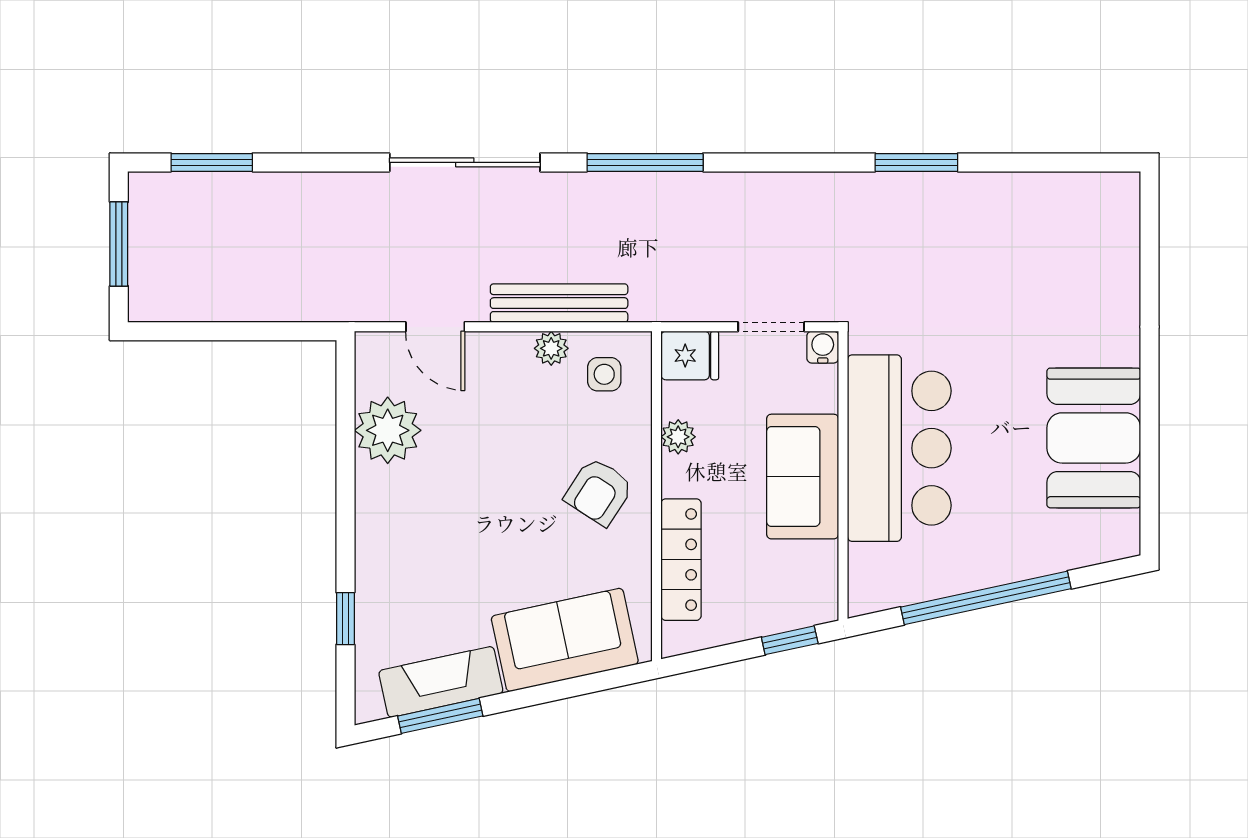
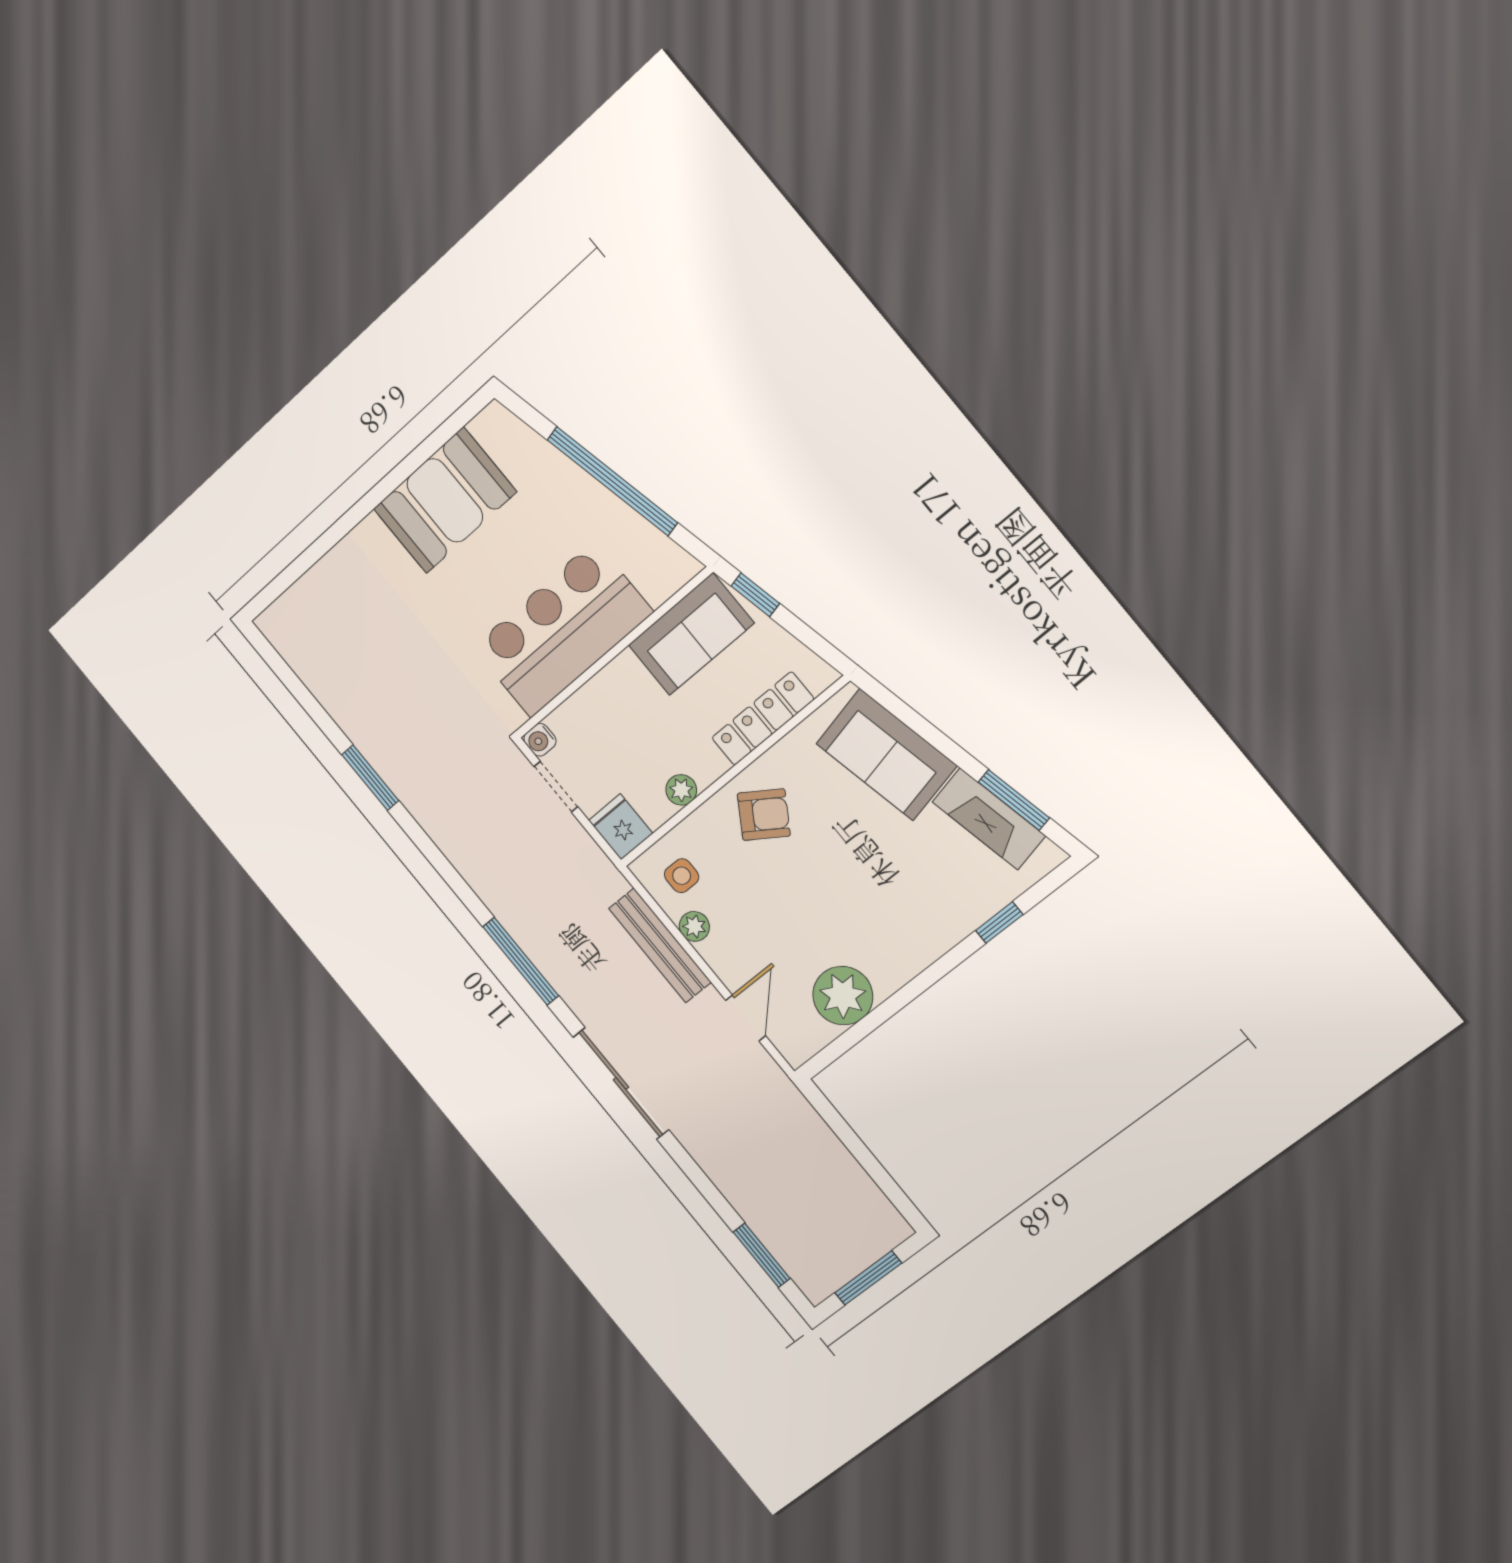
sofa: (803, 477) -> (691, 634), moved

